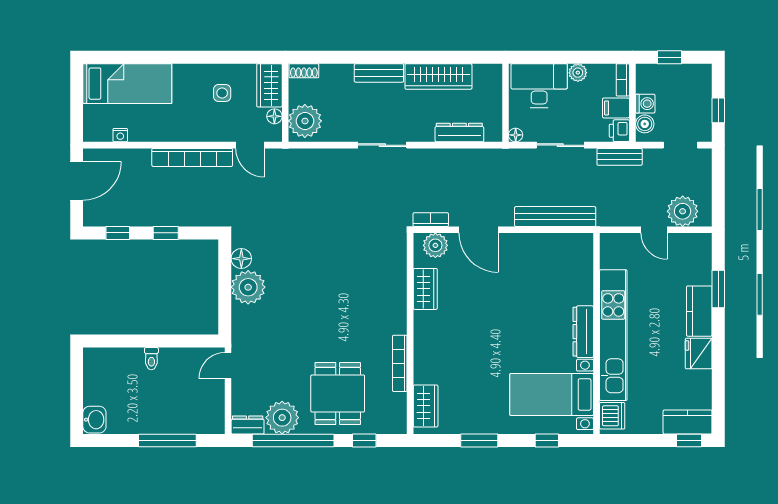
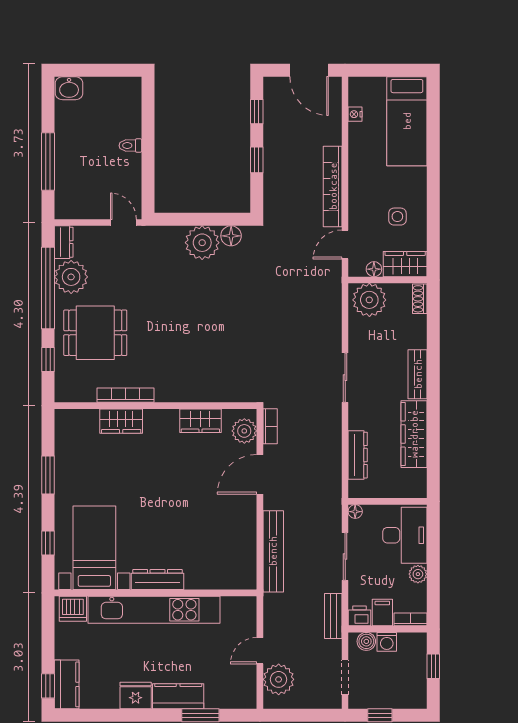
wardrobe: (426, 406) -> (121, 421), moved

